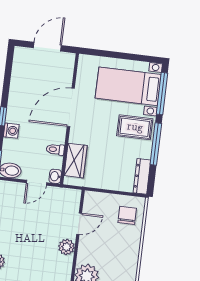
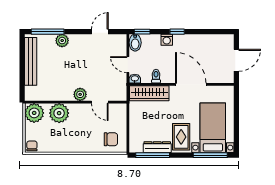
door: (47, 47) -> (236, 60), hinge flipped
window: (156, 144) -> (153, 155), moved
wardrobe: (76, 161) -> (149, 93), width x1.50
dresser: (142, 176) -> (157, 147), moved

